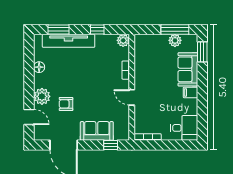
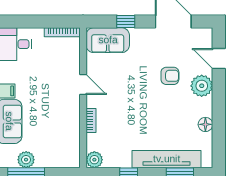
sofa: (97, 131) -> (108, 40), moved
window: (111, 145) -> (126, 22), moved

